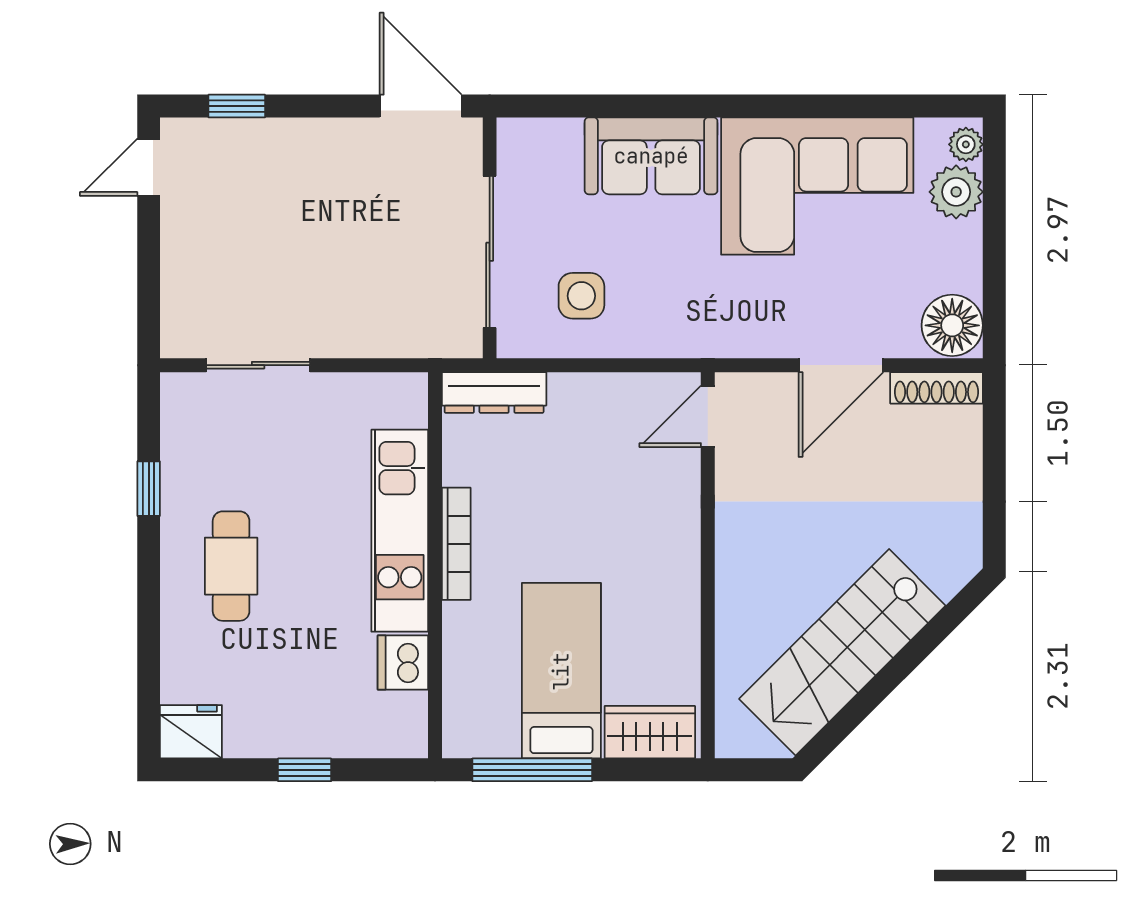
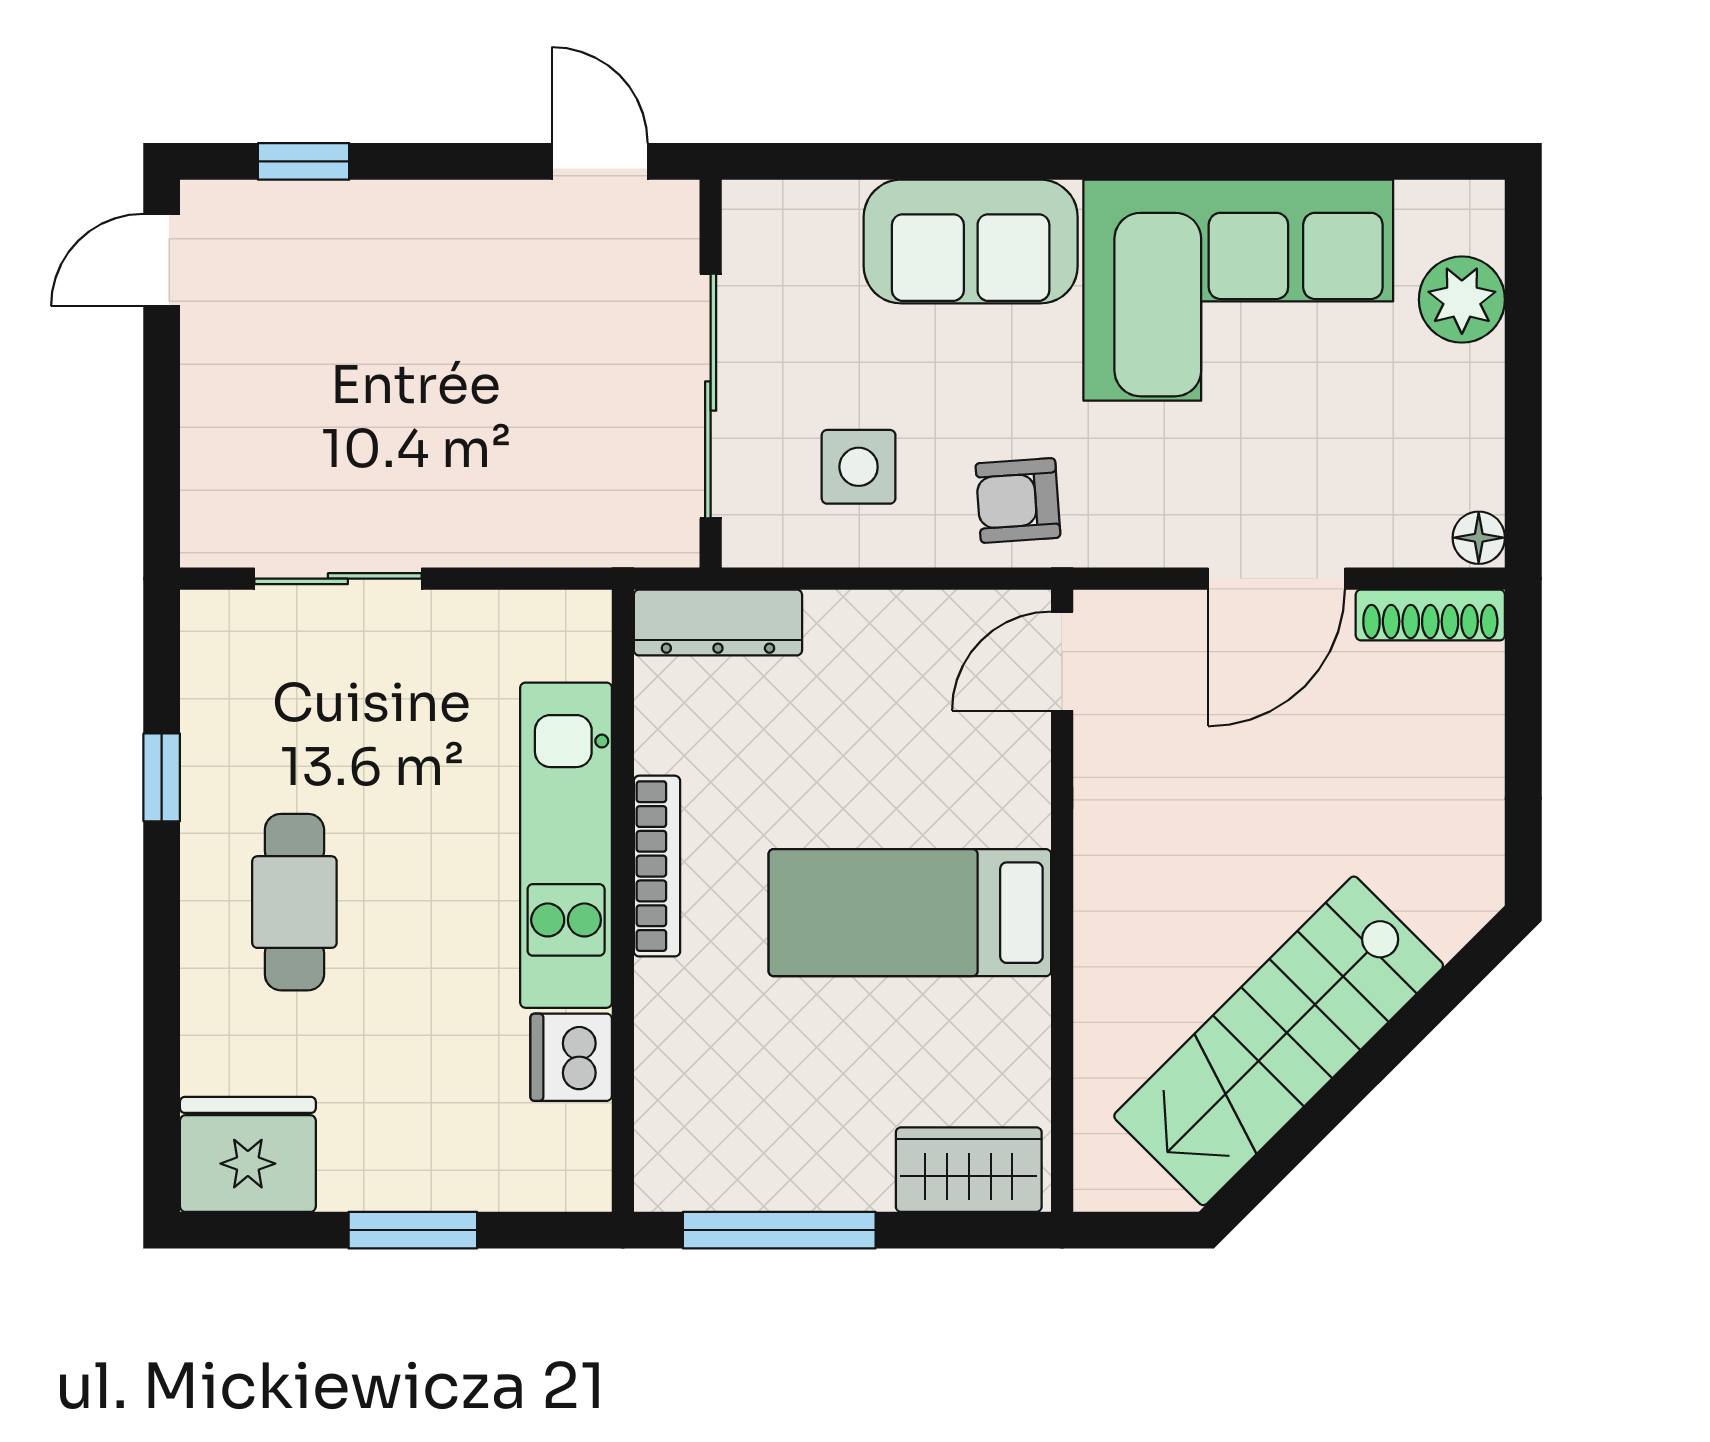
door: (421, 106) -> (600, 161), width x0.73
plant: (966, 144) -> (1477, 223), removed
armchair: (680, 317) -> (1018, 500), added
floor lamp: (952, 325) -> (1479, 538), width x0.53, depth x0.53
bed: (561, 671) -> (910, 913), moved, turned -90
fridge: (191, 732) -> (248, 1154), width x1.36, depth x1.34
window: (305, 770) -> (413, 1230), width x1.50

